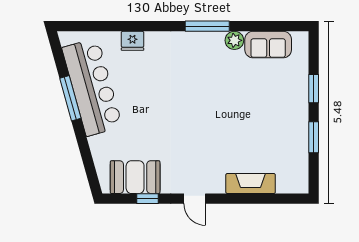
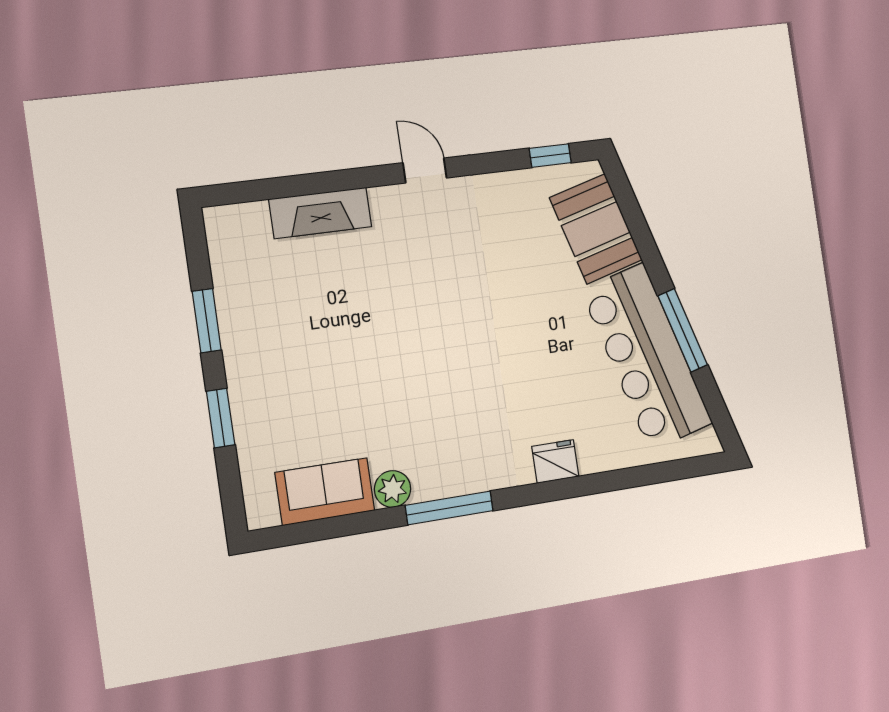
fridge: (132, 41) -> (555, 461), moved
booth: (135, 177) -> (596, 229), moved, turned 74
window: (148, 199) -> (550, 156), moved

